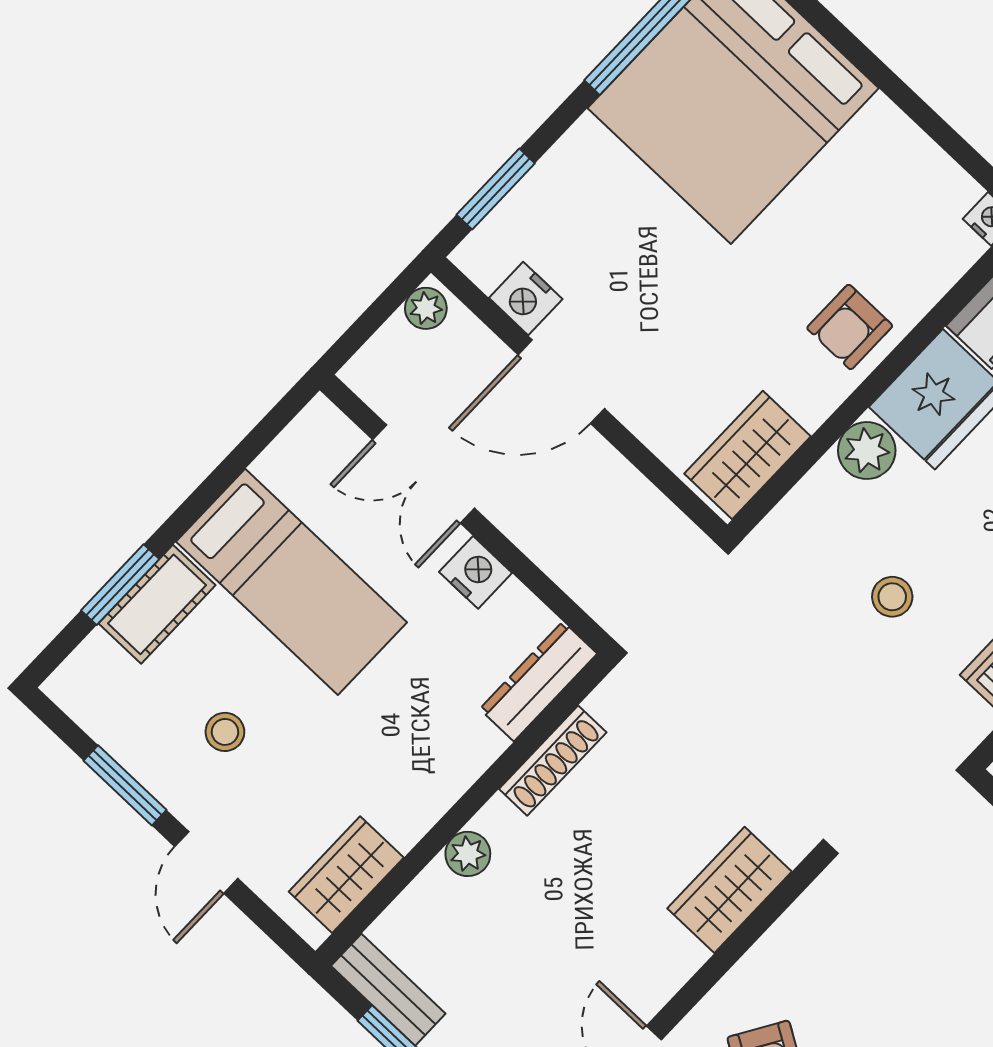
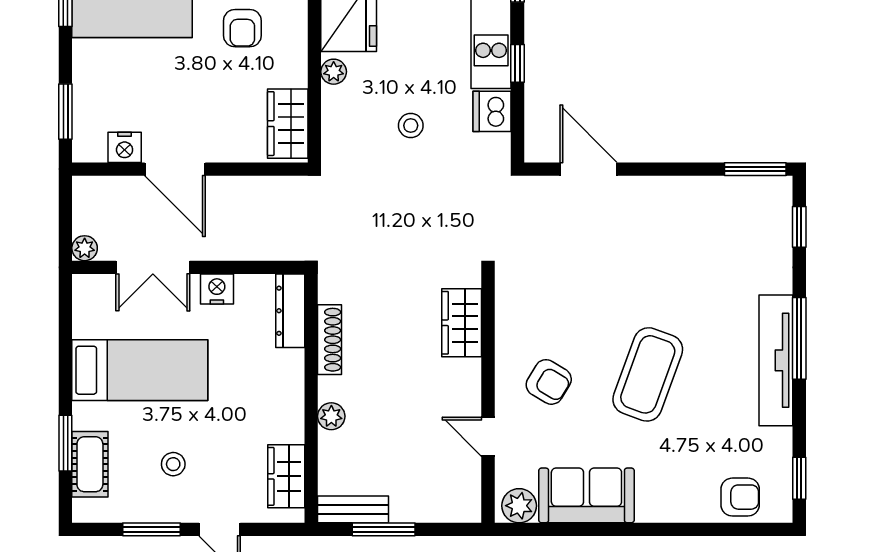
plant: (426, 308) -> (85, 248), moved
armchair: (850, 327) -> (242, 28), moved
door: (561, 382) -> (175, 169), hinge flipped
plant: (867, 451) -> (334, 72), width x0.73, depth x0.73
cot: (157, 604) -> (90, 464), moved

